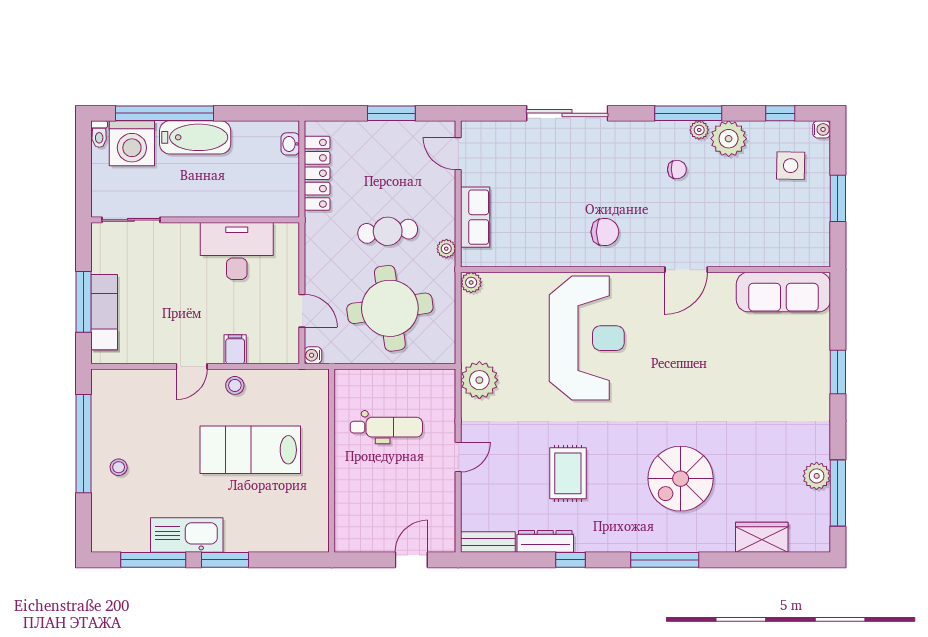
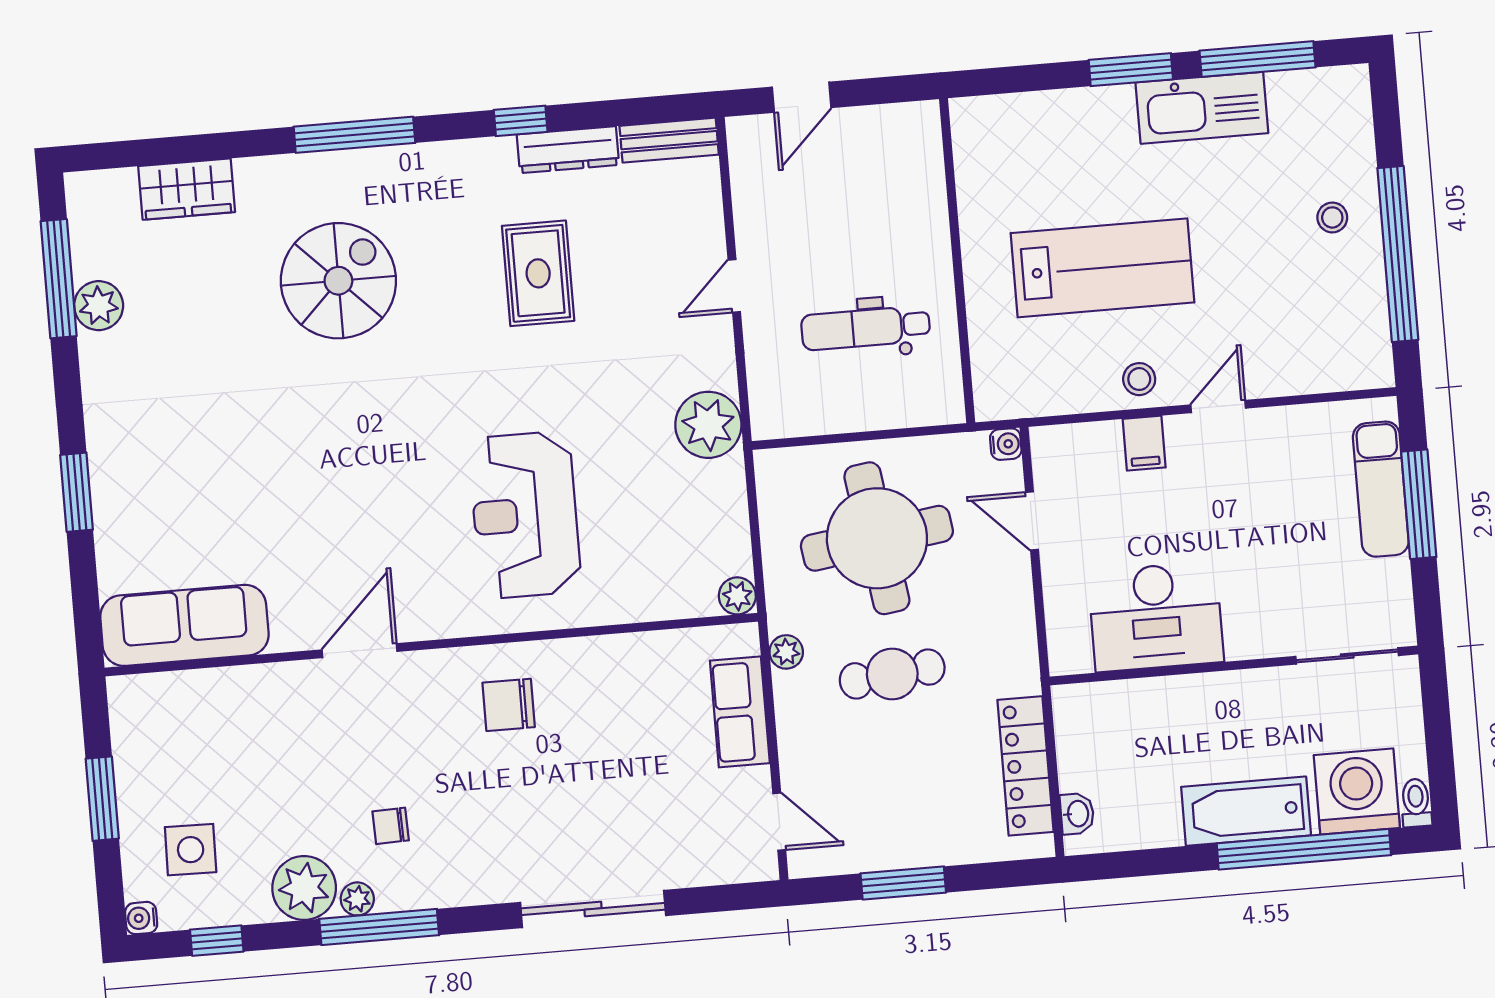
reception desk: (587, 338) -> (525, 515), width x0.74, depth x0.77

